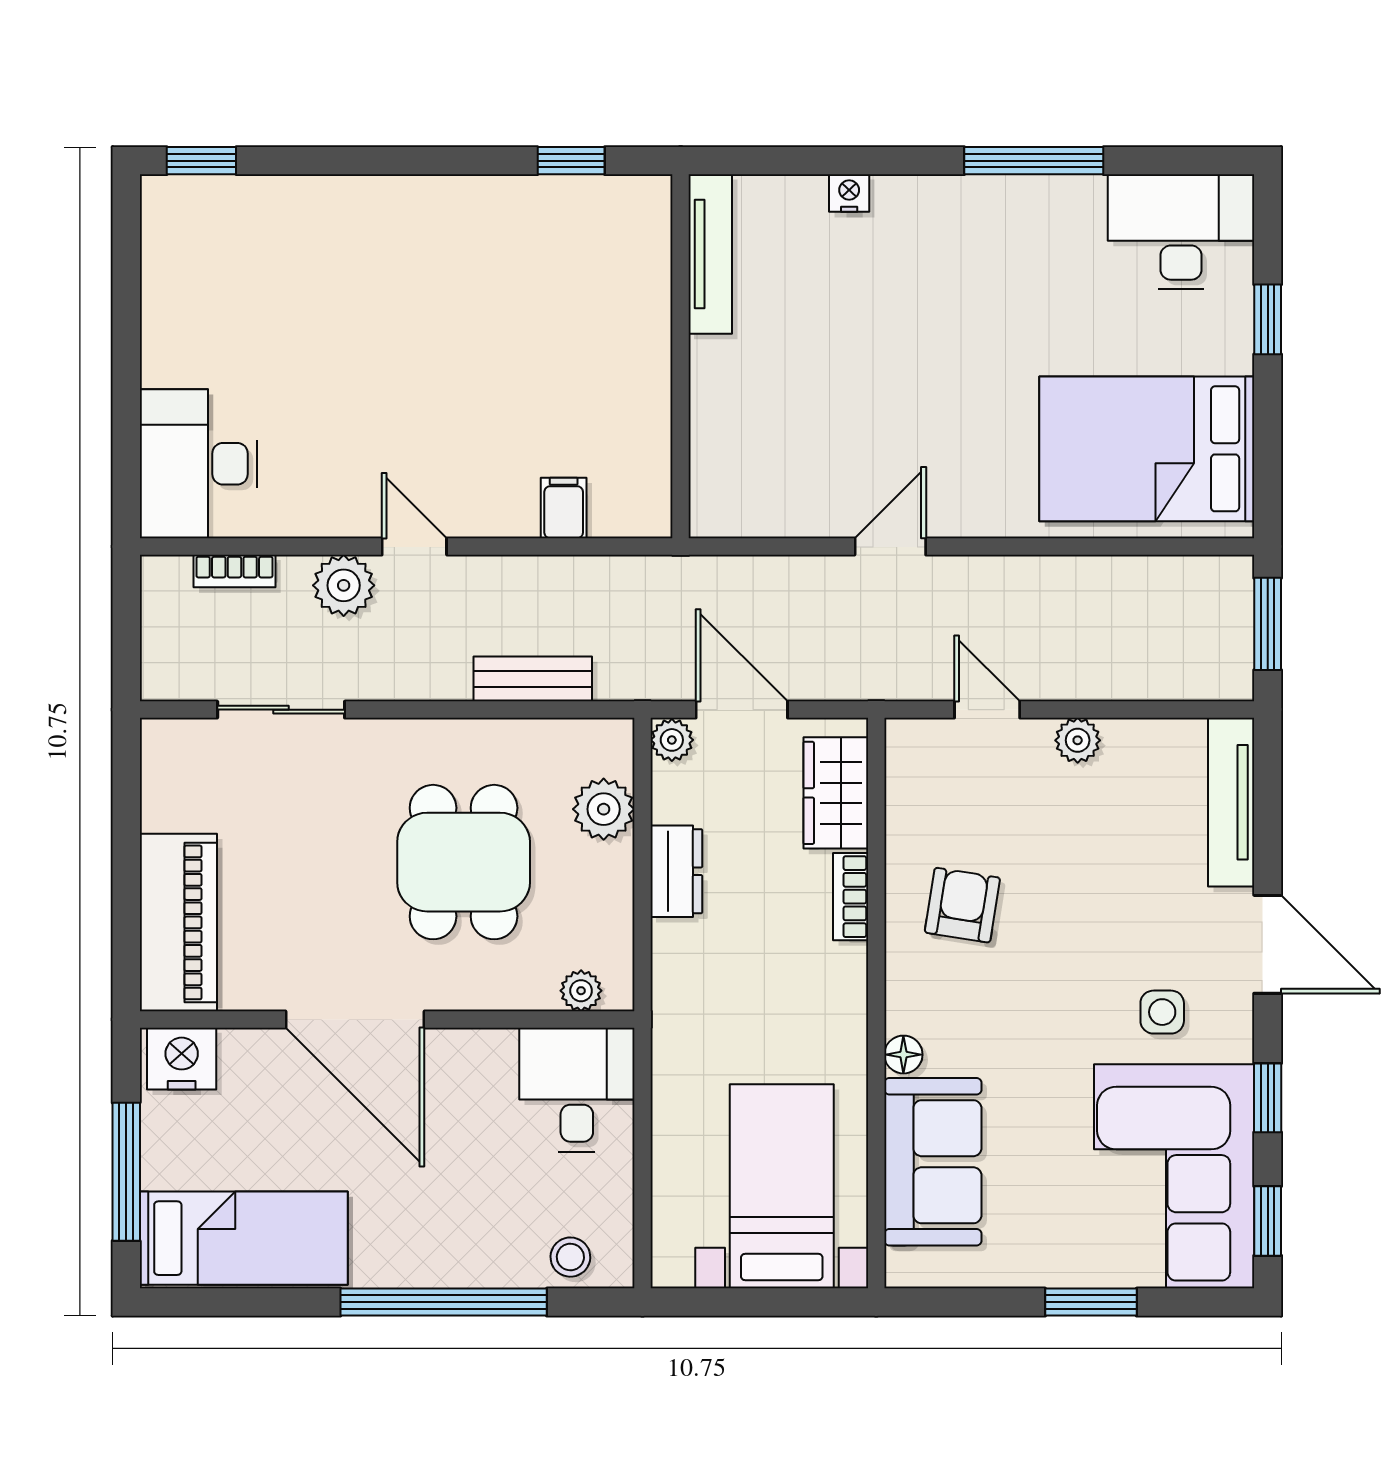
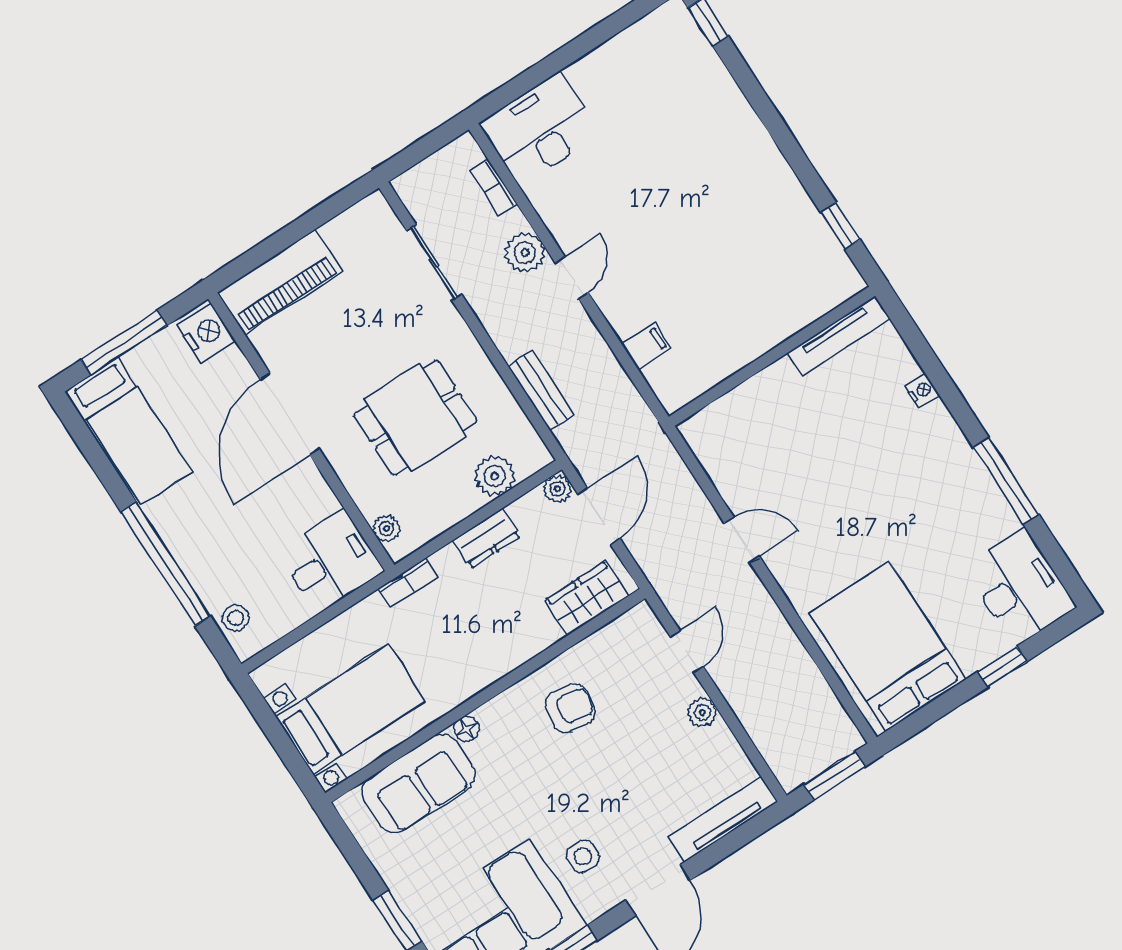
bookcase: (851, 897) -> (408, 583), moved, turned 180

